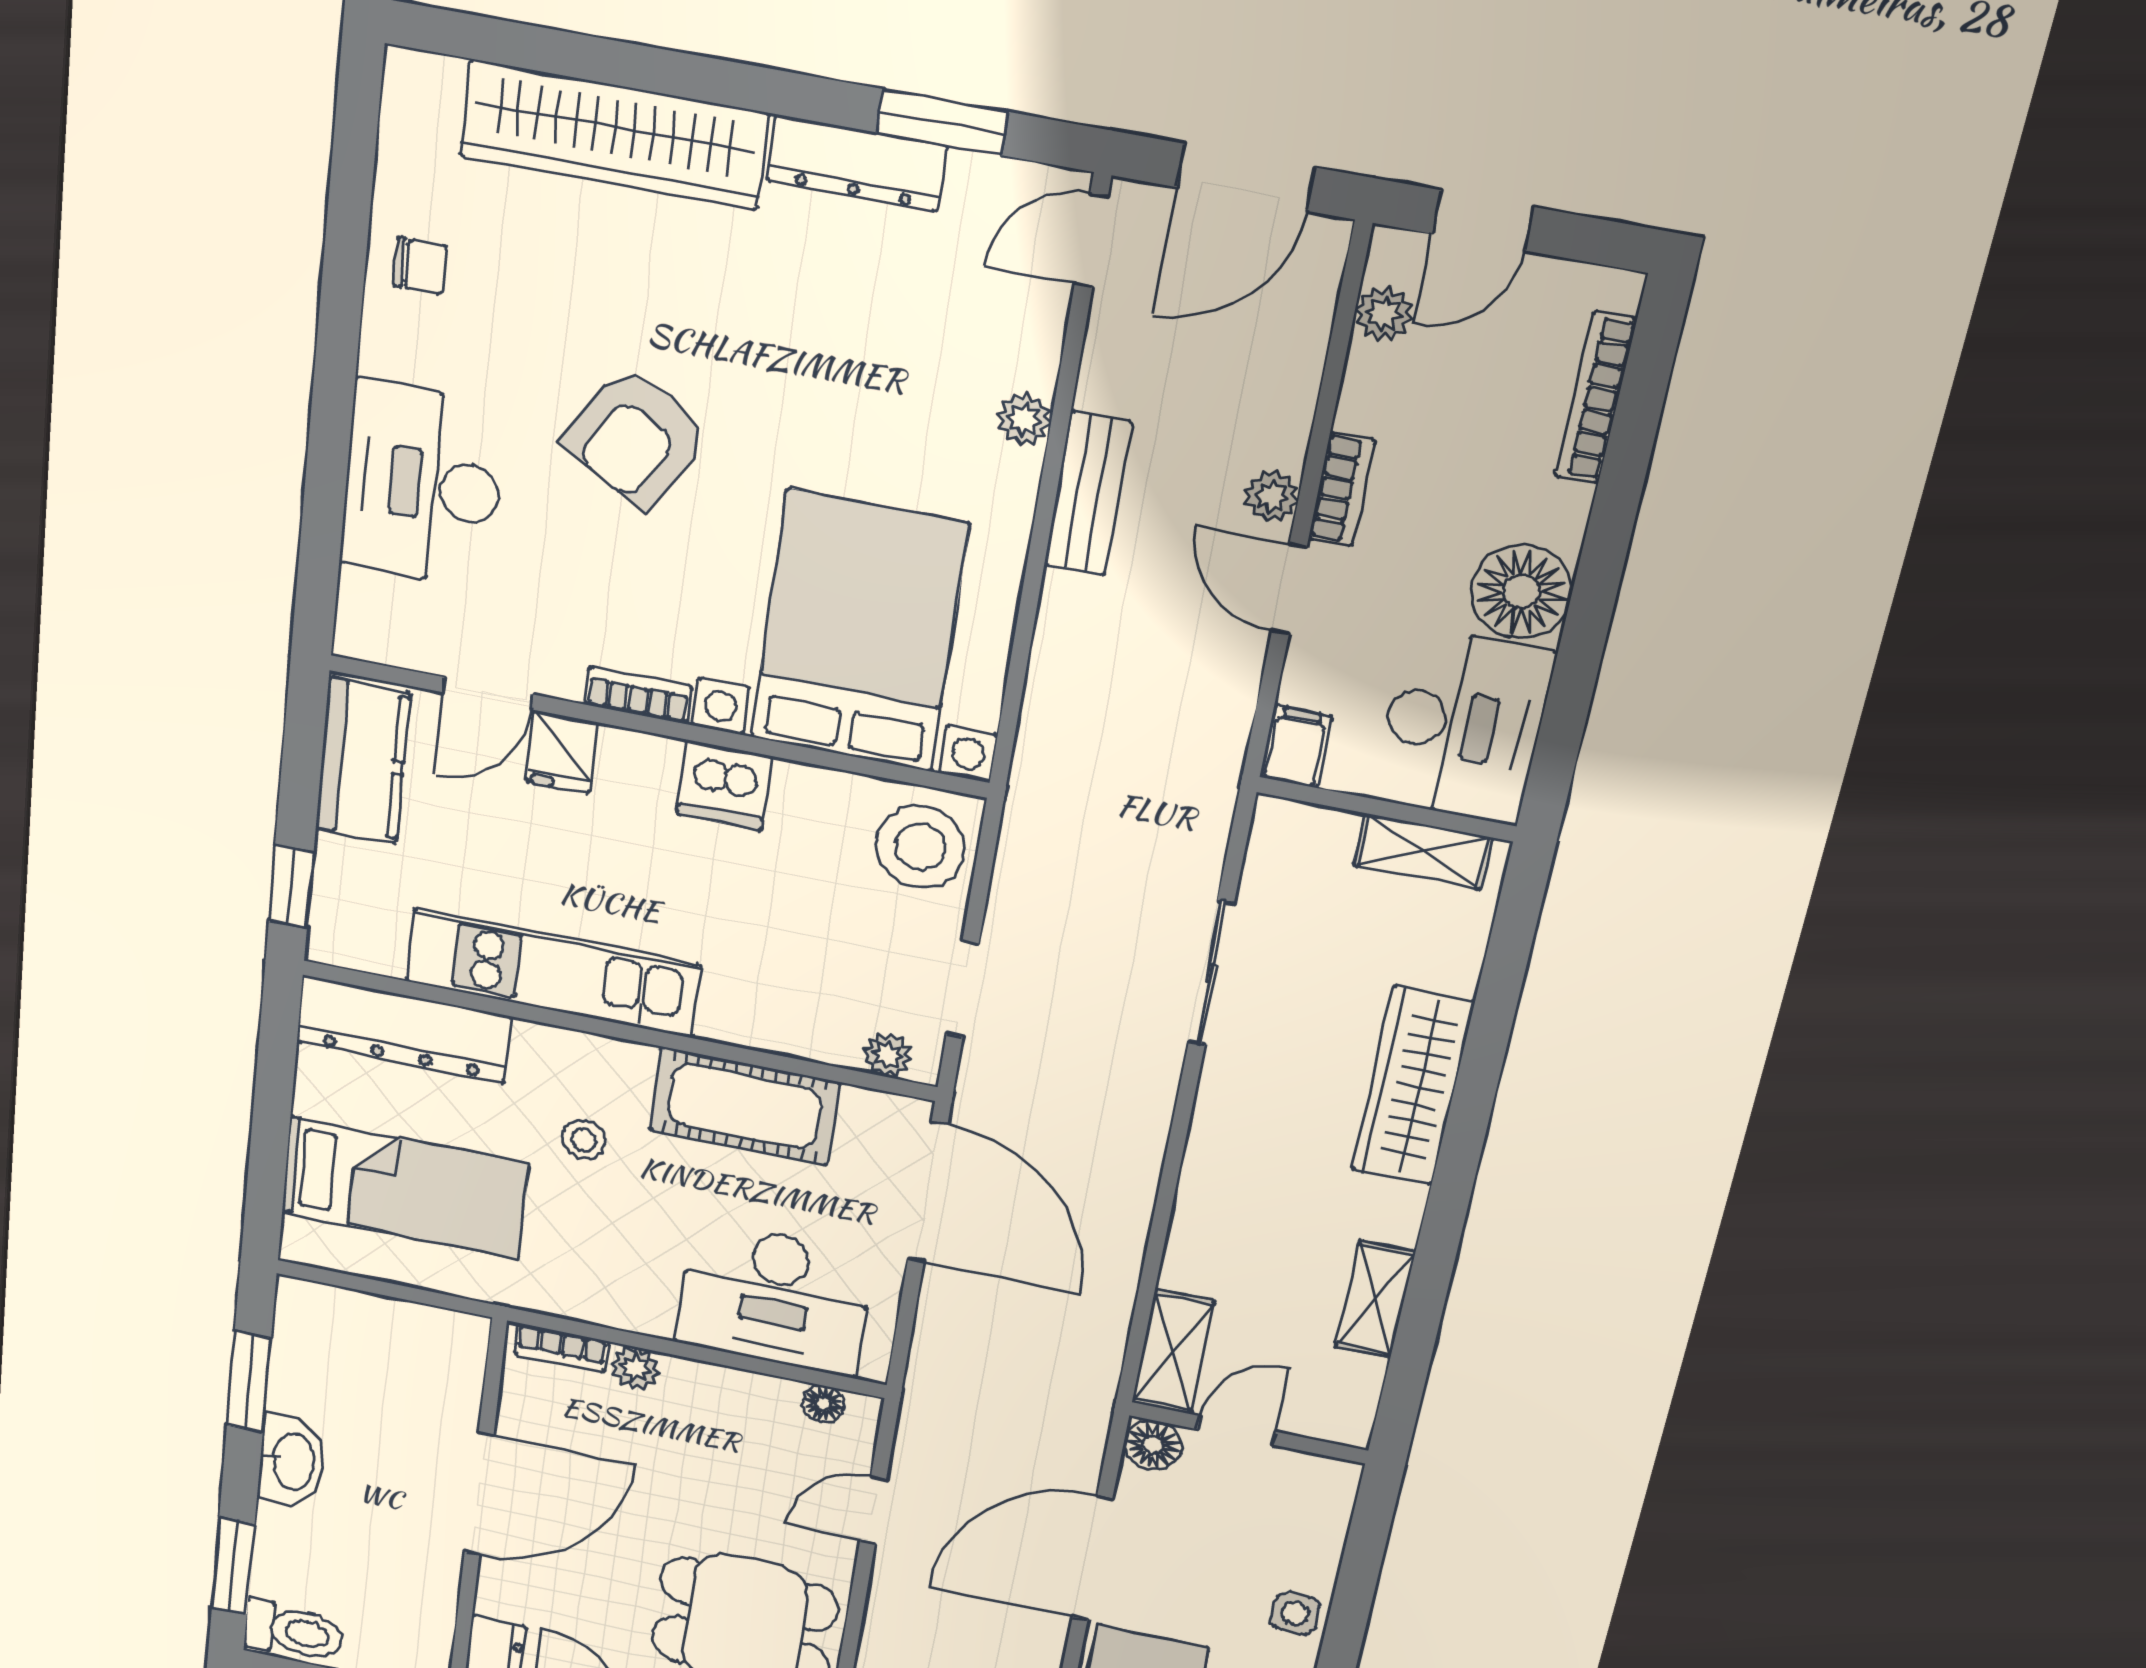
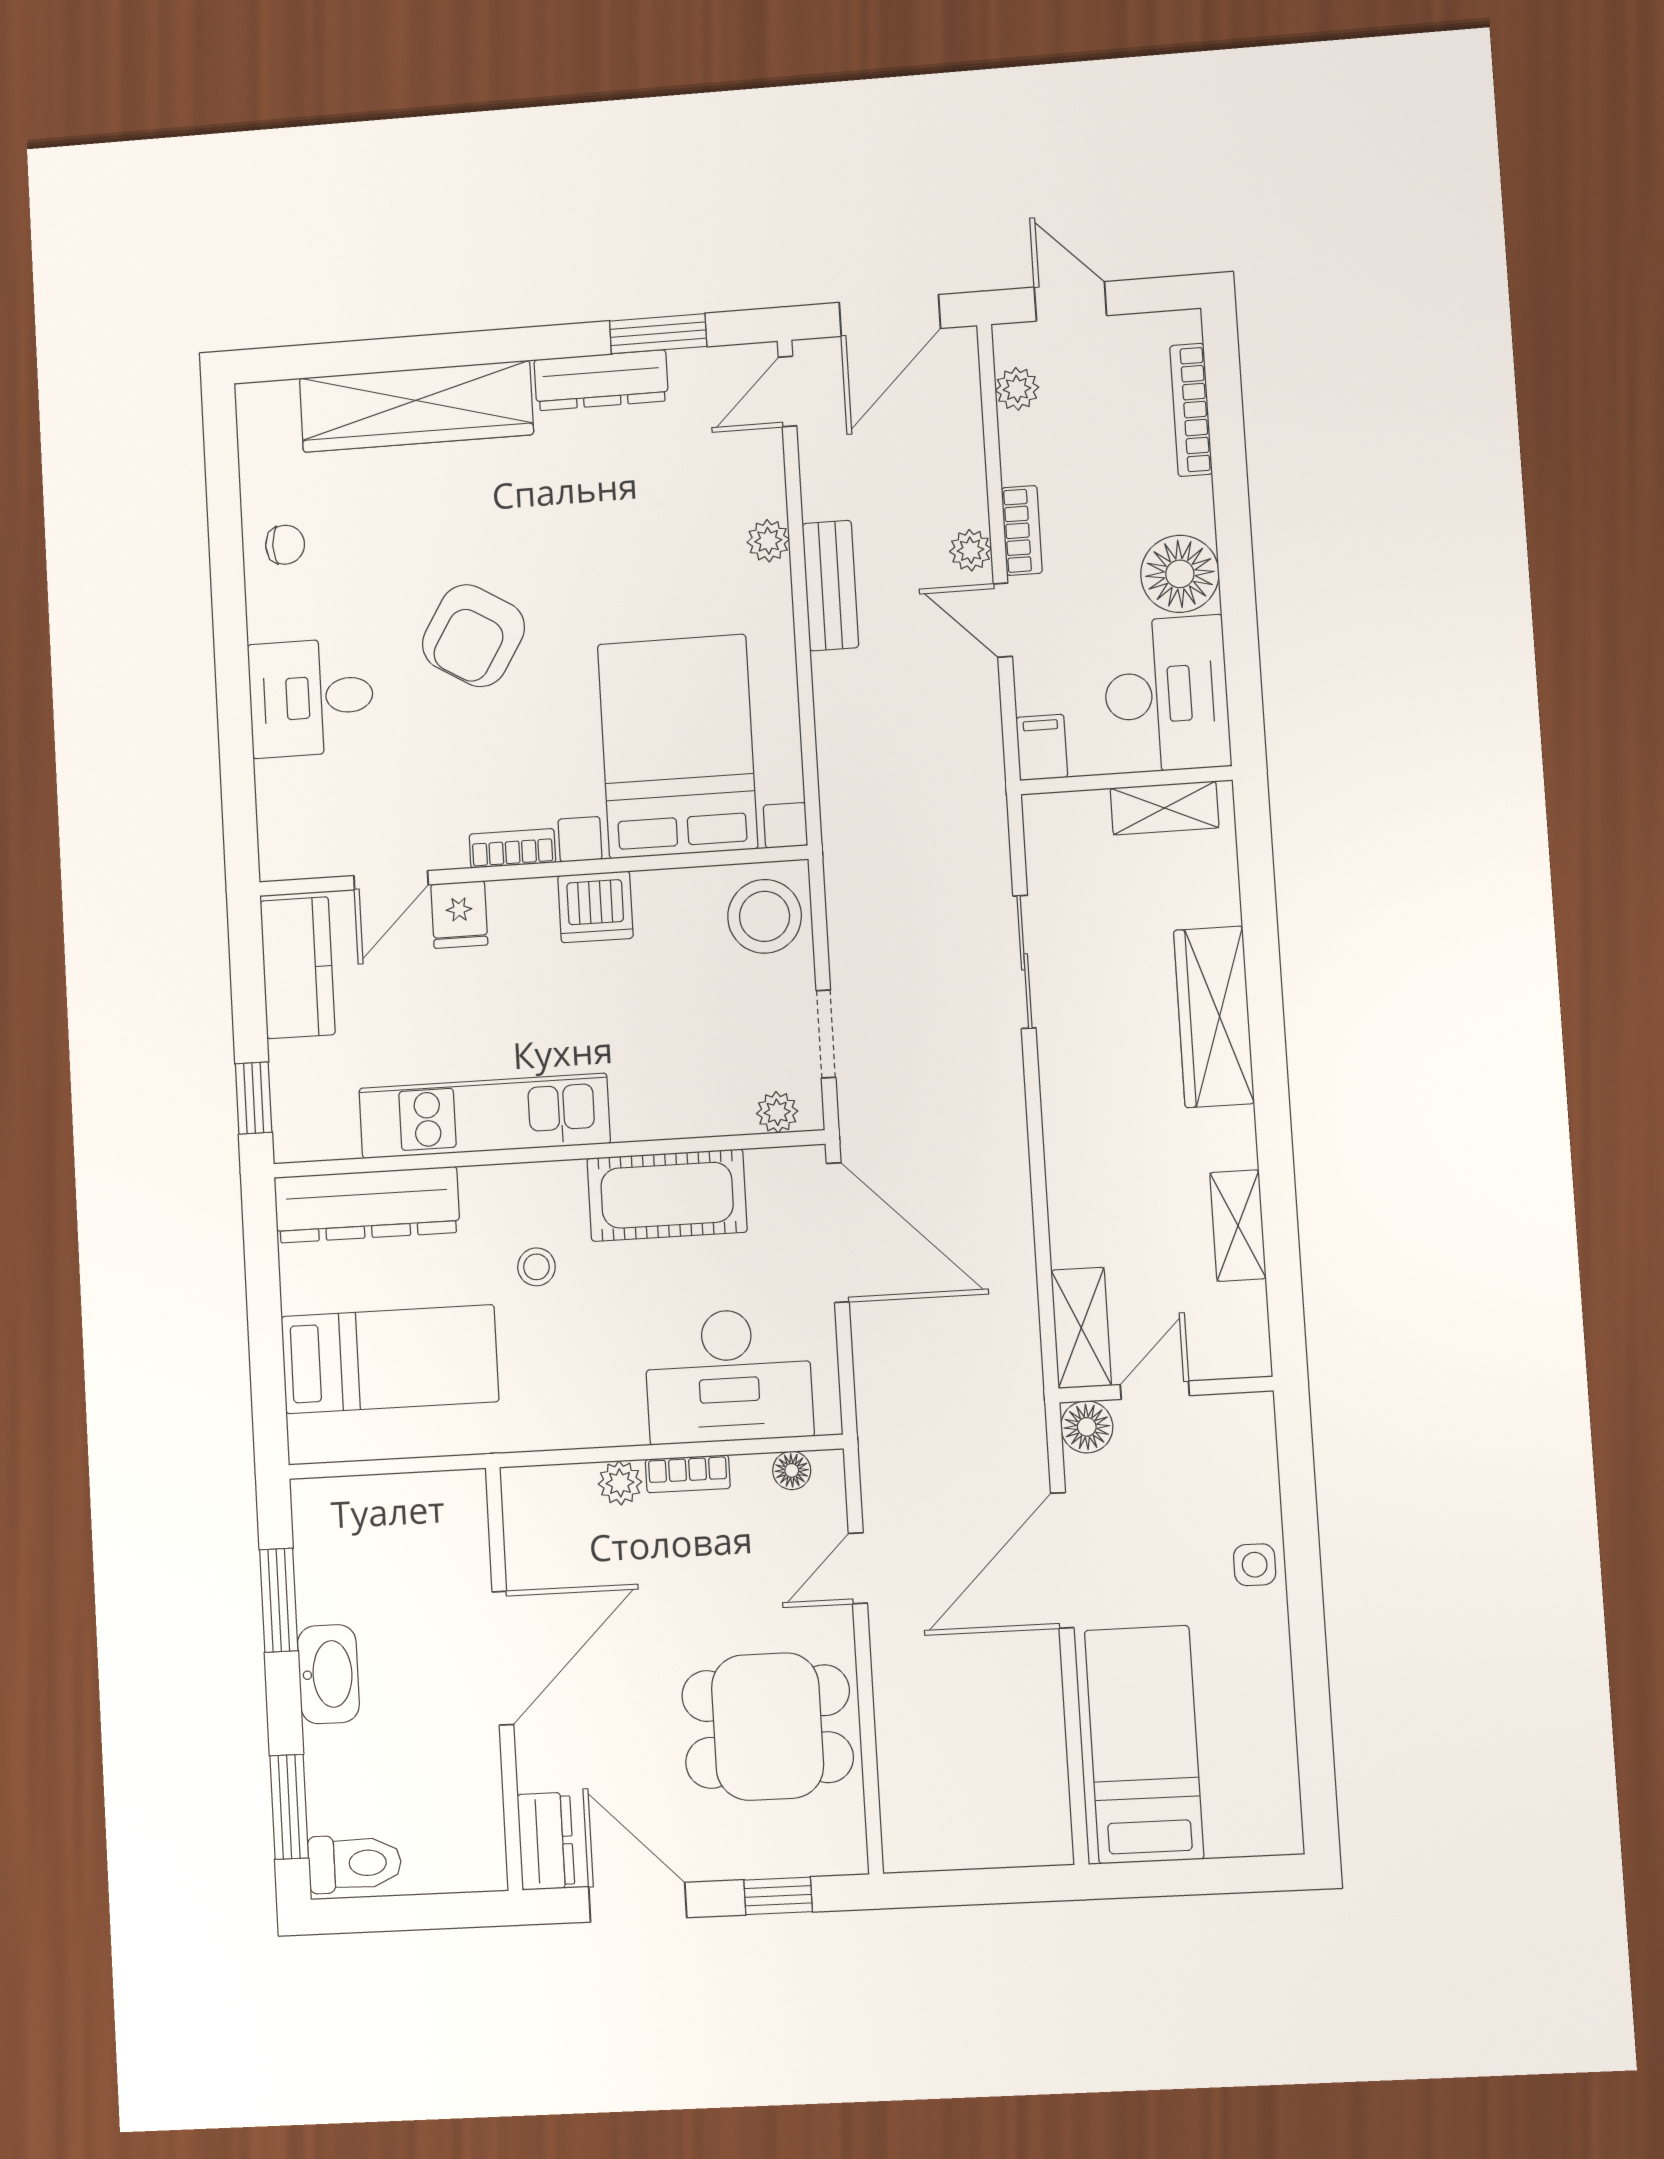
door: (1483, 220) -> (1070, 301), swing flipped
desk: (422, 485) -> (311, 697), width x0.73
bookcase: (561, 1348) -> (688, 1474), moved

